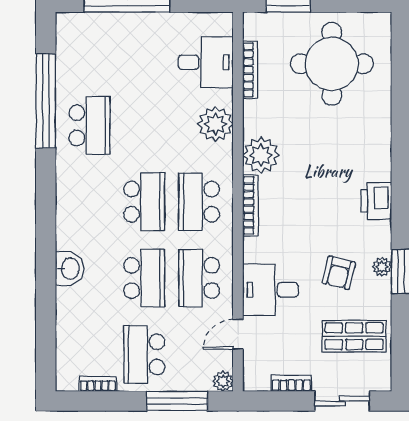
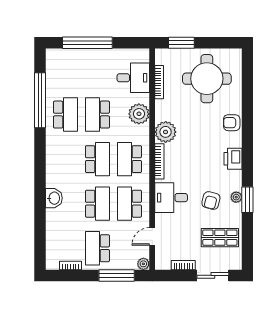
school desk: (144, 125) -> (97, 115), added
armchair: (374, 139) -> (232, 123), added
desk: (271, 290) -> (171, 198), moved

